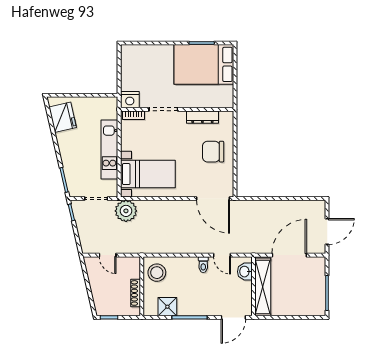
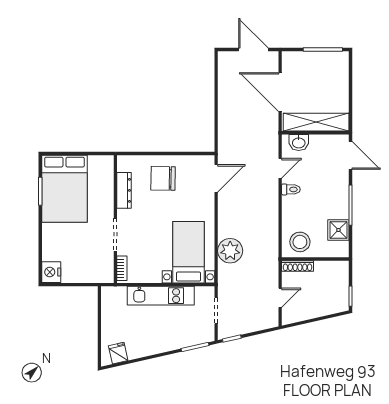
nightstand: (130, 100) -> (51, 272), moved, turned 180
fridge: (63, 117) -> (118, 353), width x0.53, depth x0.75
chair: (213, 152) -> (163, 178), turned 91
door: (213, 199) -> (216, 178), width x0.73
plant: (126, 211) -> (230, 251), moved
shoe rack: (136, 293) -> (298, 266), moved

